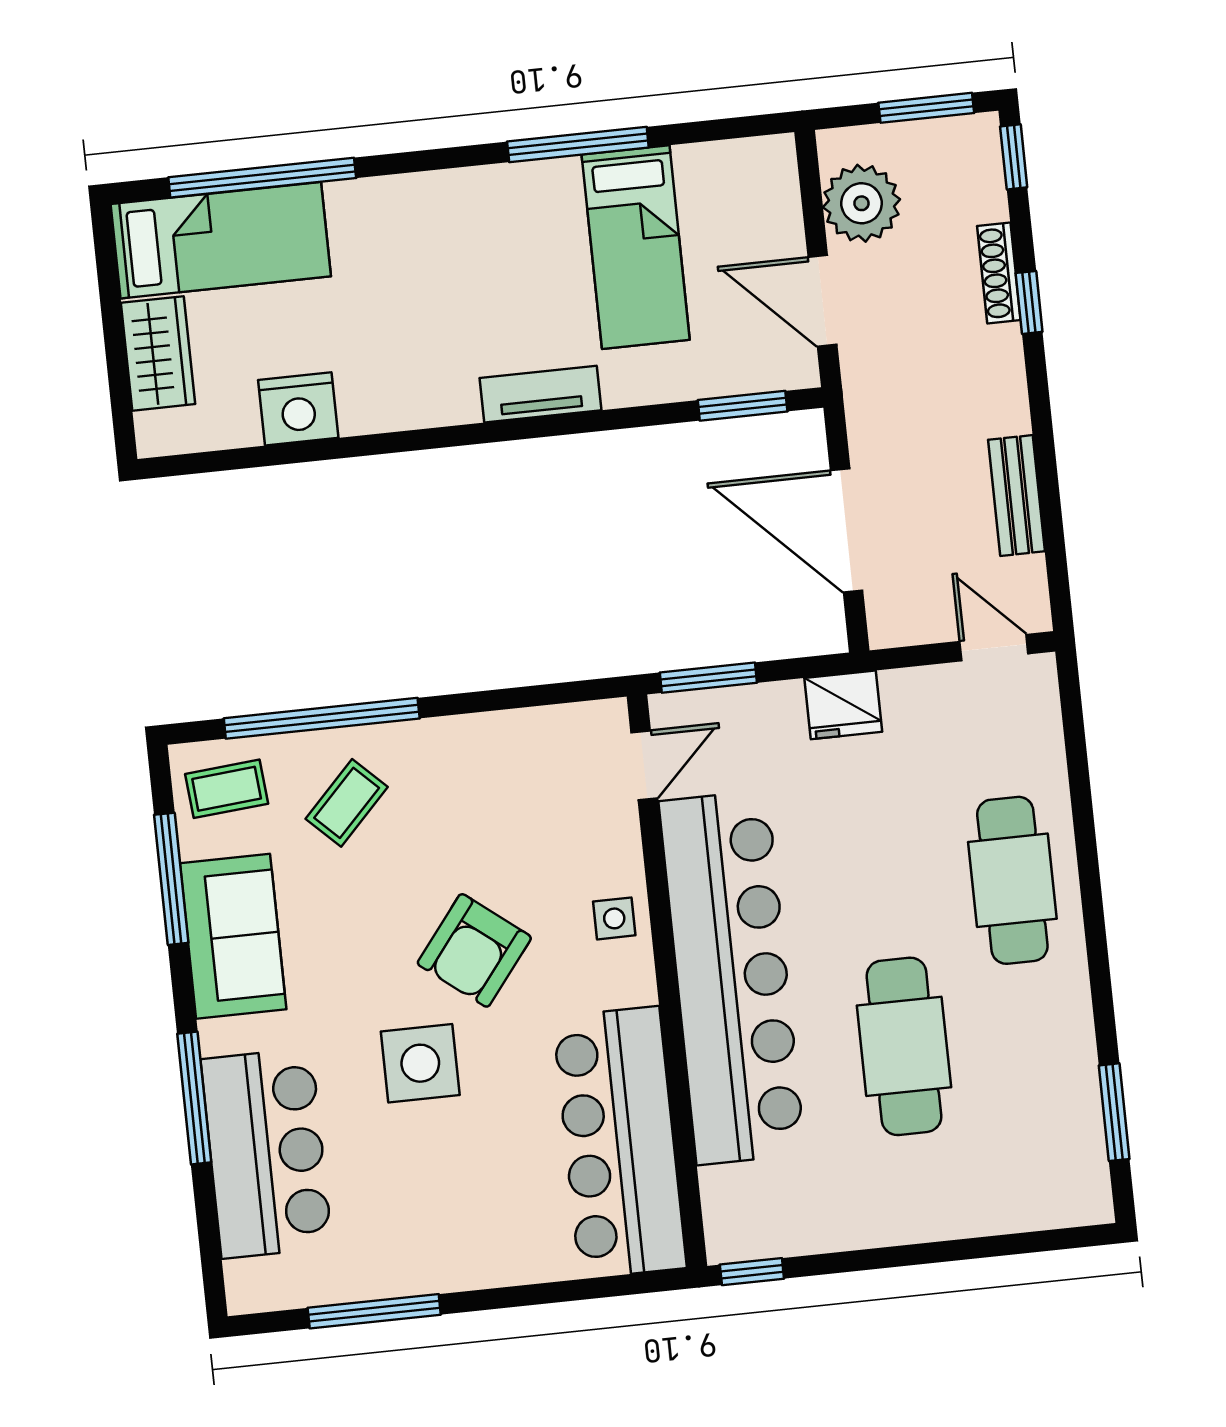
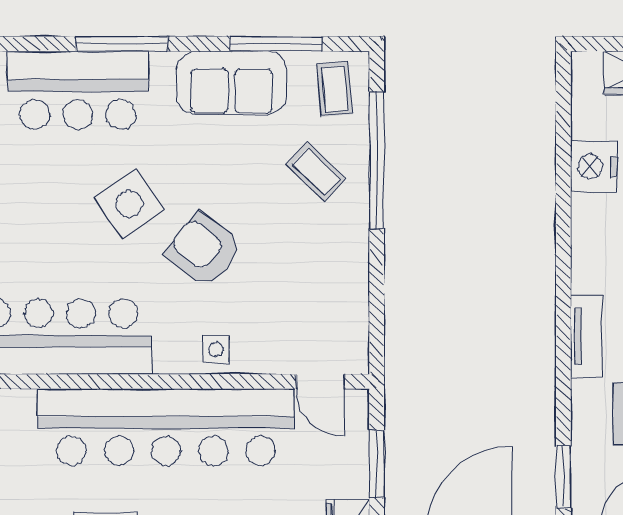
window: (708, 678) -> (377, 464), moved
side table: (420, 1063) -> (129, 204), turned -35

